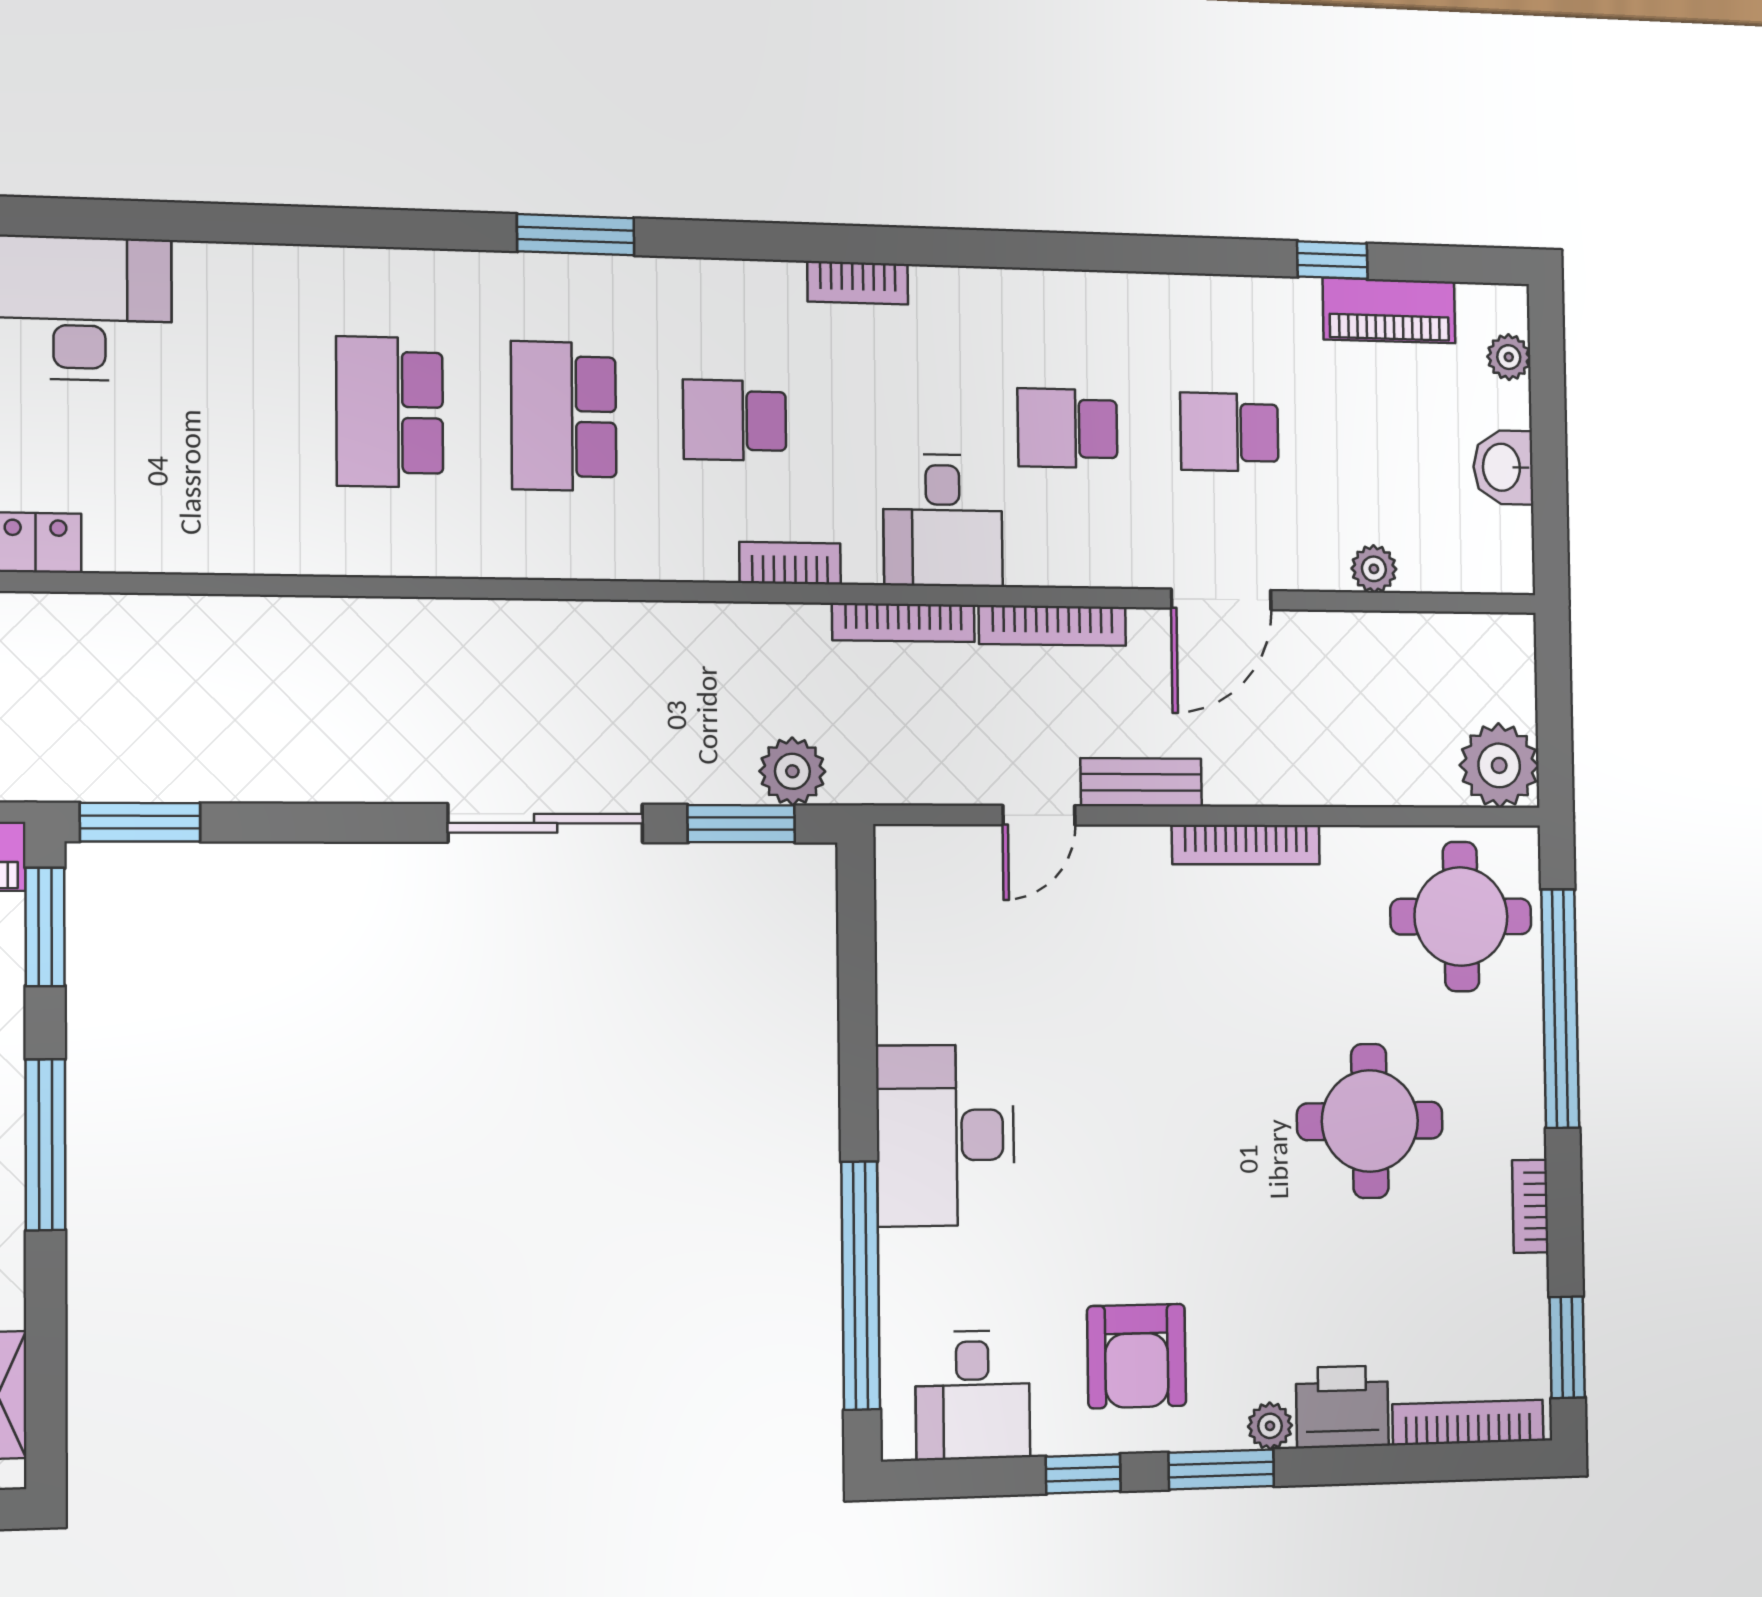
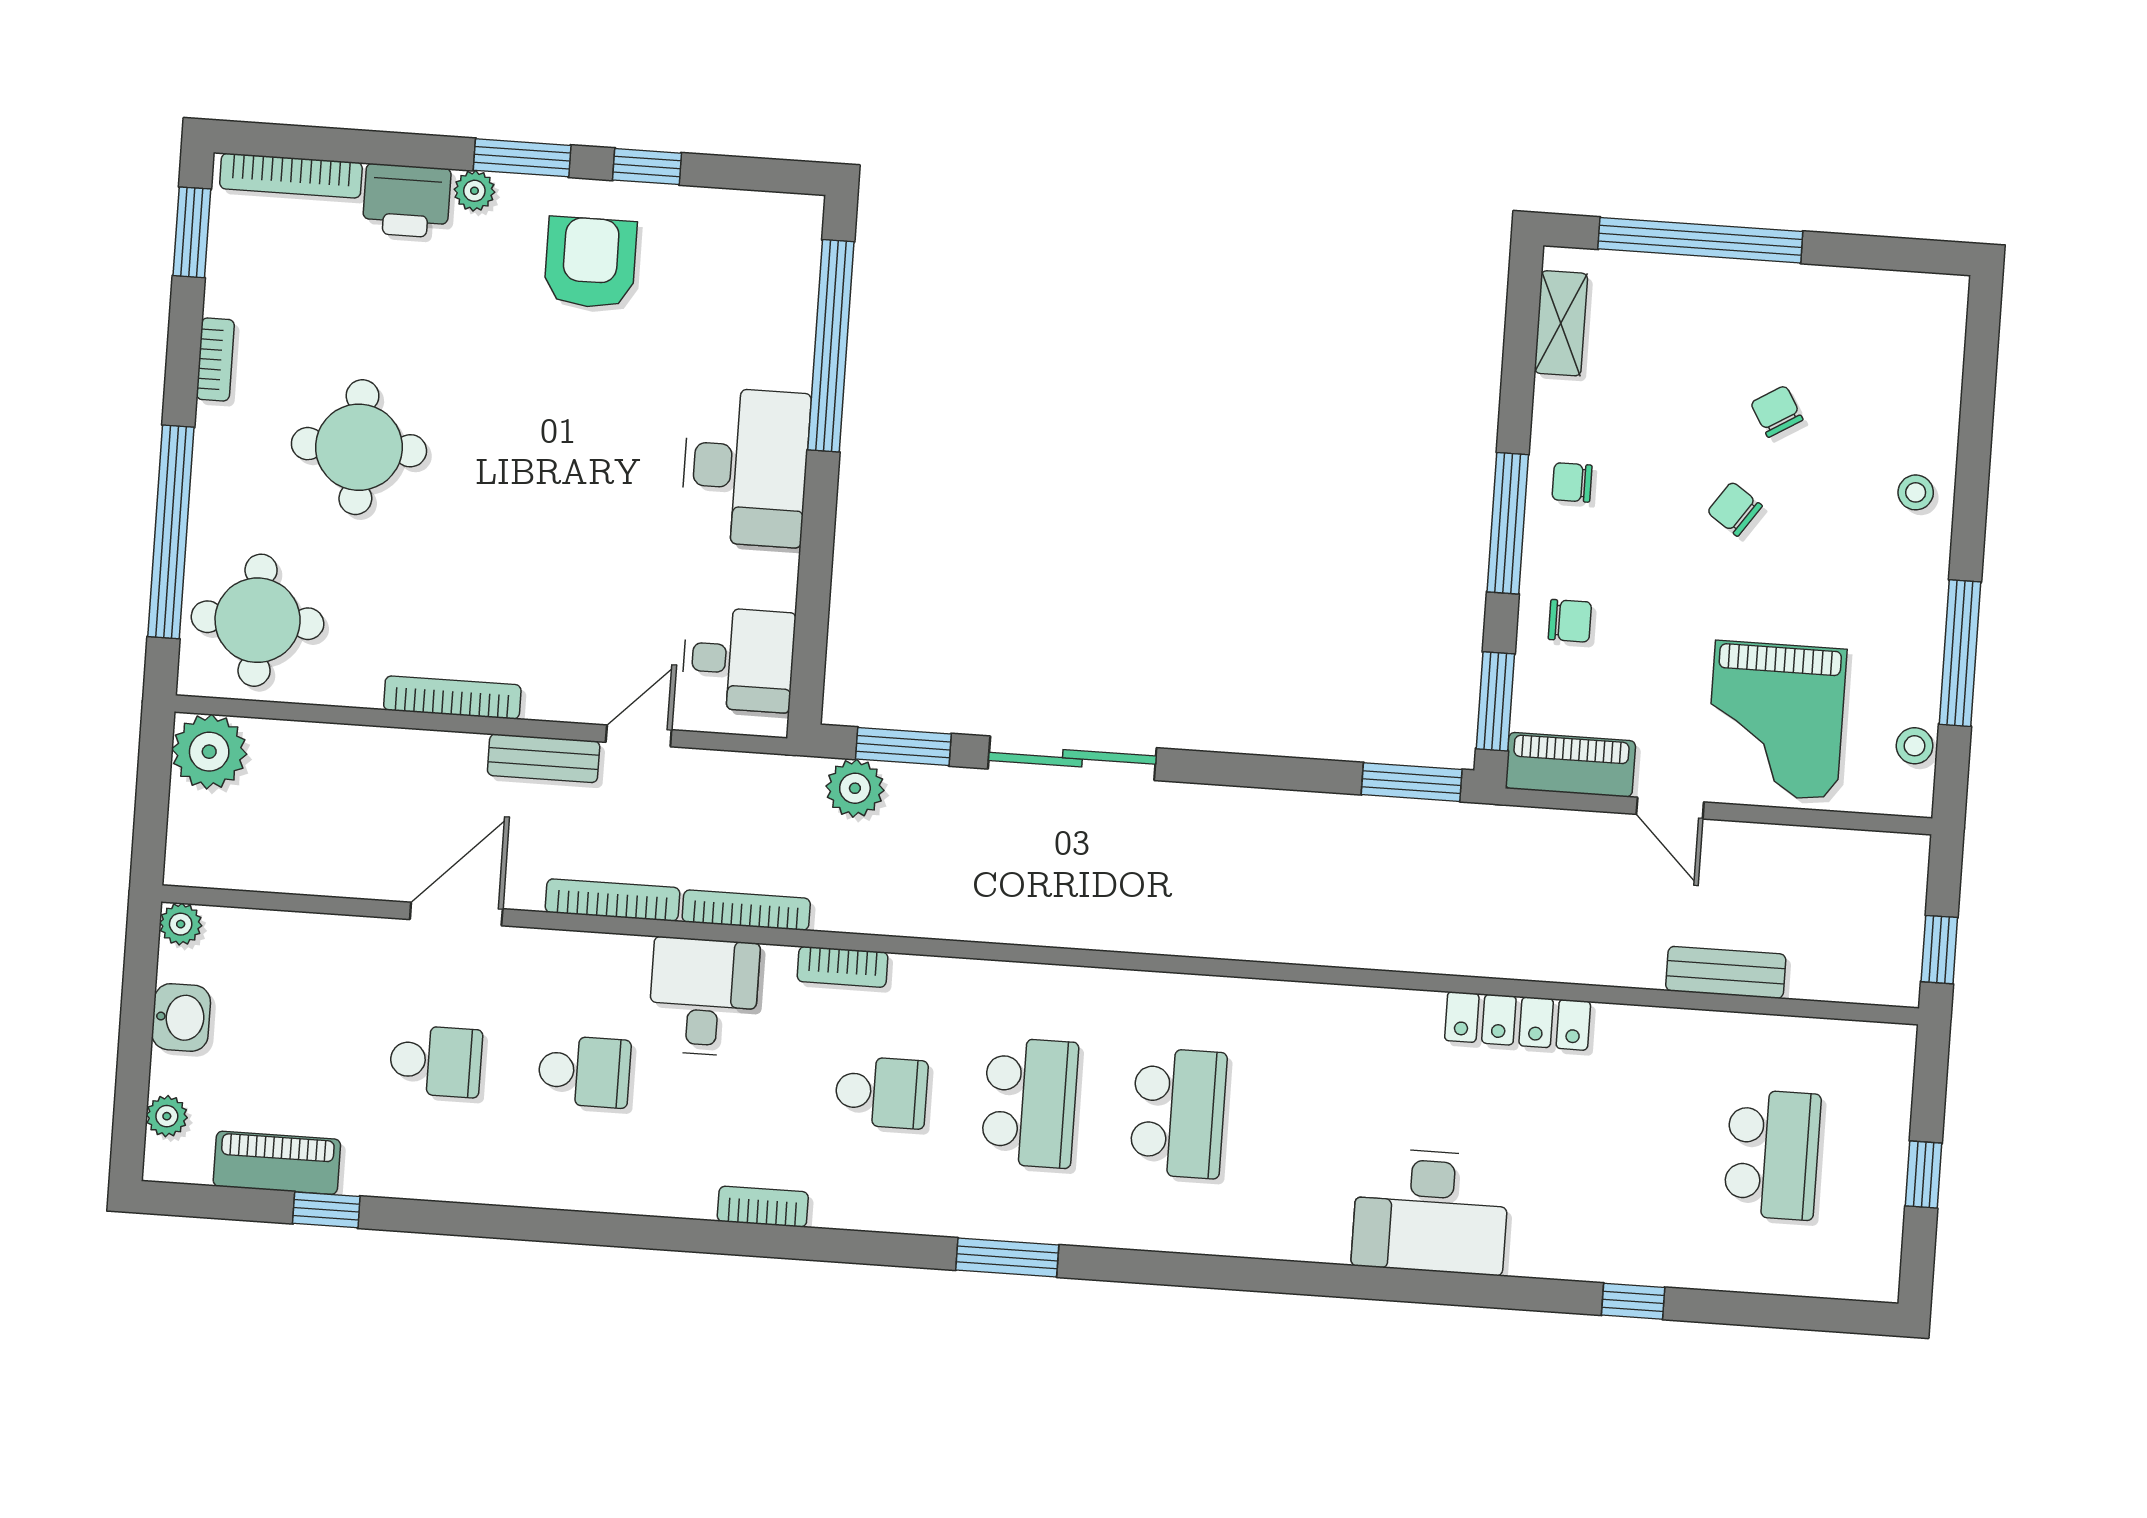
plant: (1374, 569) -> (181, 924), moved
desk: (973, 1395) -> (738, 660), moved, turned 90

